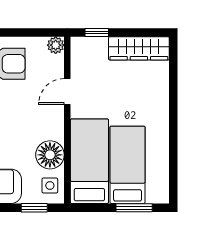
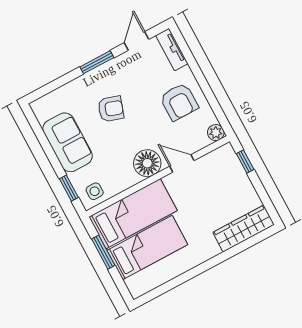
wardrobe: (139, 48) -> (243, 228), moved, turned 90
floor lamp: (50, 155) -> (147, 163), moved
window: (134, 208) -> (103, 252), moved

